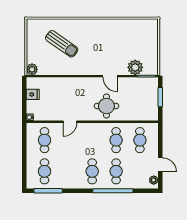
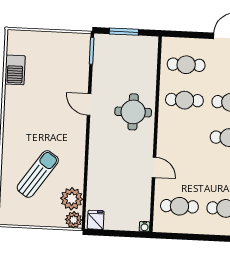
barbecue: (131, 25) -> (15, 70), added
plant: (135, 67) -> (72, 199), moved
door: (110, 76) -> (89, 105), swing flipped
fridge: (33, 94) -> (96, 220), moved

